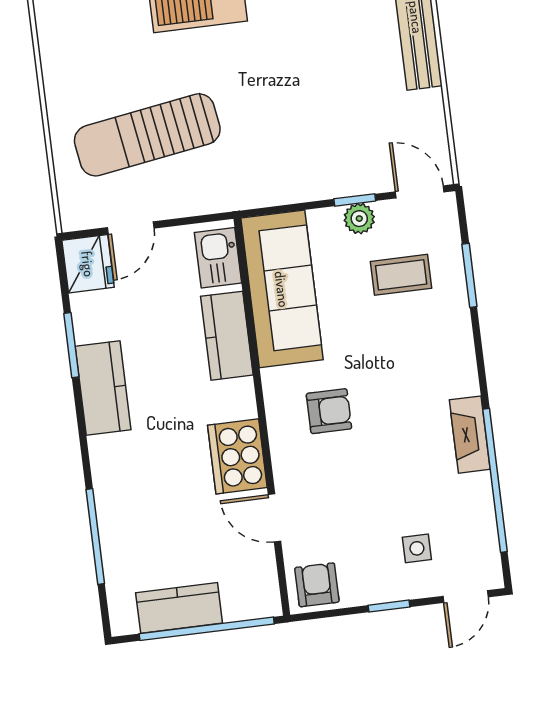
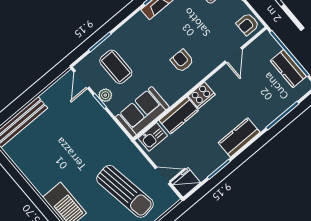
coffee table: (401, 275) -> (116, 67), width x1.36, depth x1.30
sofa: (282, 289) -> (142, 112), width x0.73
kitchen counter: (103, 388) -> (239, 137), moved
cooker: (237, 456) -> (202, 95), moved, width x0.73, depth x0.76

